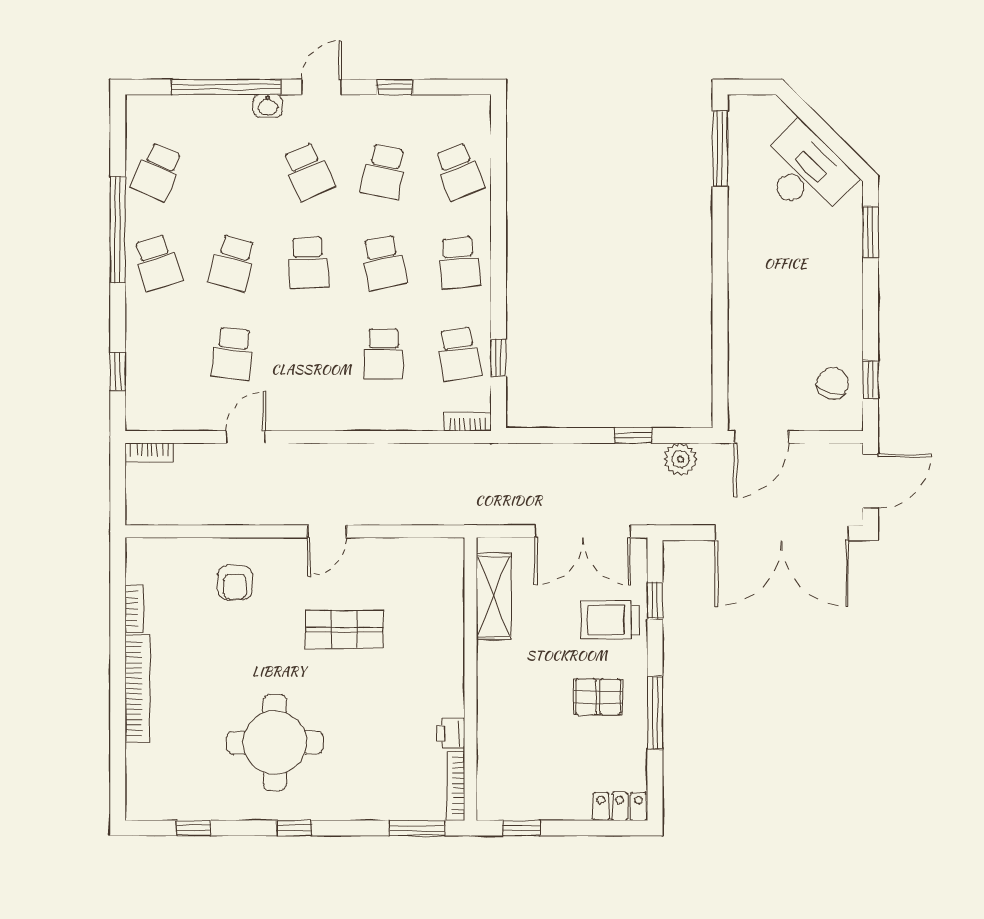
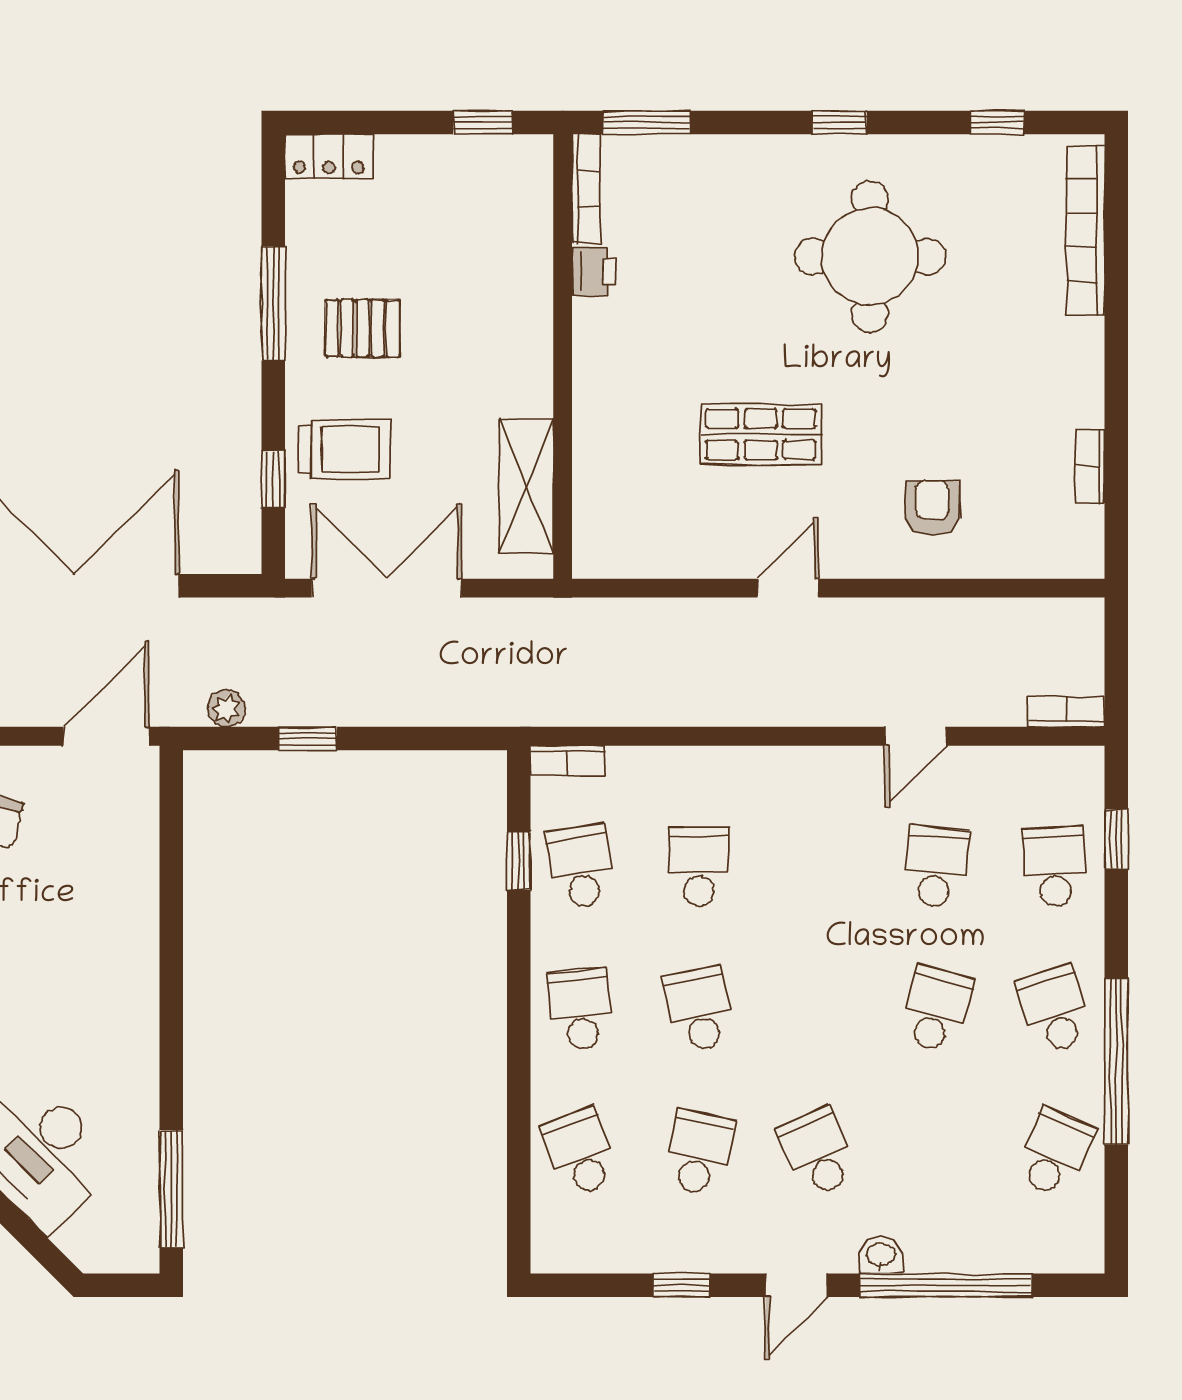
school desk: (308, 263) -> (1054, 867), moved
plant: (680, 459) -> (226, 708), width x0.73, depth x0.73
bookcase: (137, 689) -> (1085, 231), moved

